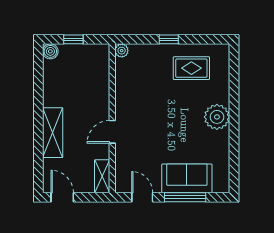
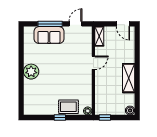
window: (73, 39) -> (105, 118), moved
rug: (191, 68) -> (68, 107), moved
shelving: (53, 133) -> (129, 78), moved
door: (142, 197) -> (75, 24), swing flipped

